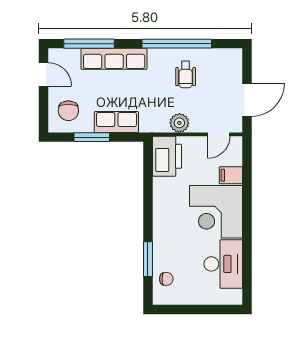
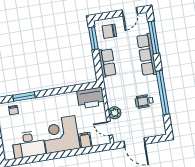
plant: (179, 123) -> (115, 113), moved
window: (92, 137) -> (93, 38), moved

